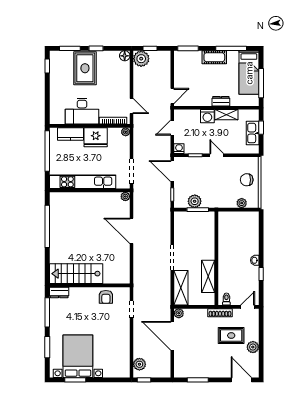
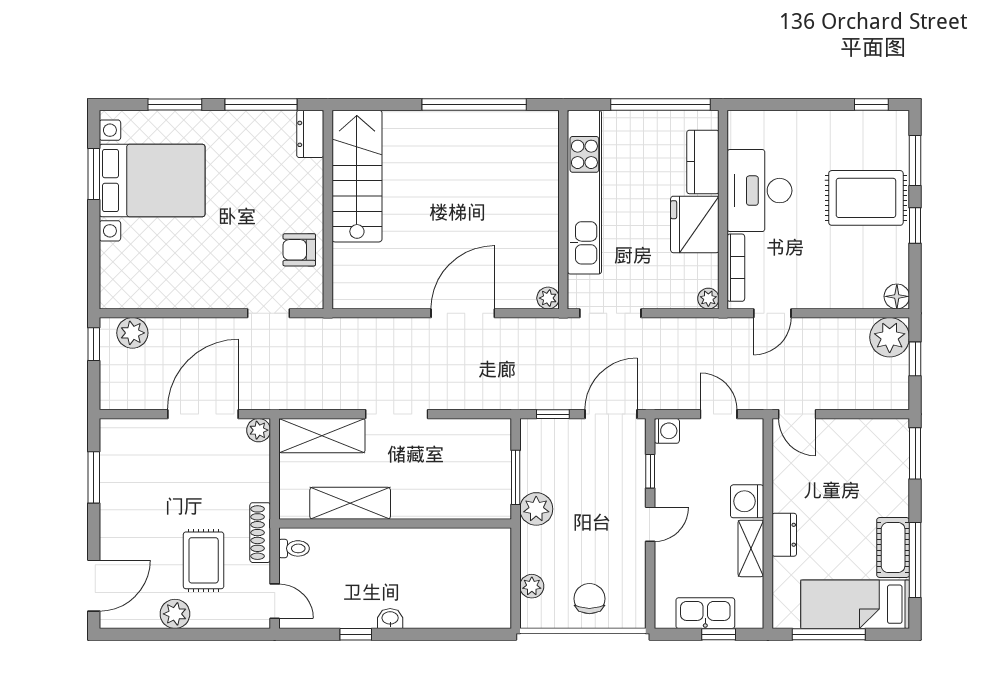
cot: (214, 57) -> (893, 548), moved
plant: (195, 201) -> (536, 509), moved

